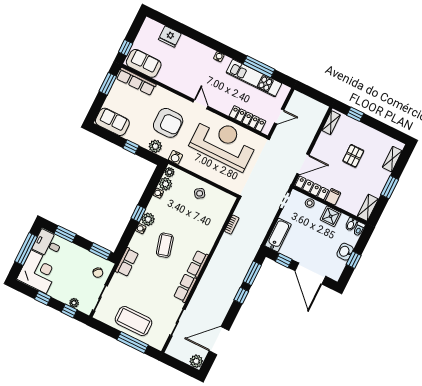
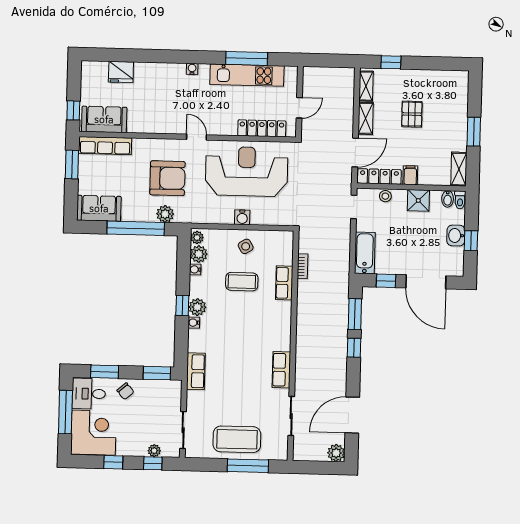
window: (131, 147) -> (136, 228), width x3.17
water cooler: (176, 157) -> (242, 217), moved
shelving: (392, 159) -> (366, 118), moved
coffee table: (165, 245) -> (242, 282), moved, turned -75
row of seats: (198, 264) -> (284, 283), moved
chair: (98, 273) -> (125, 391), moved

